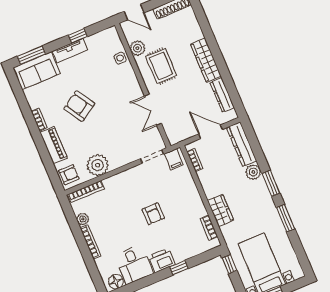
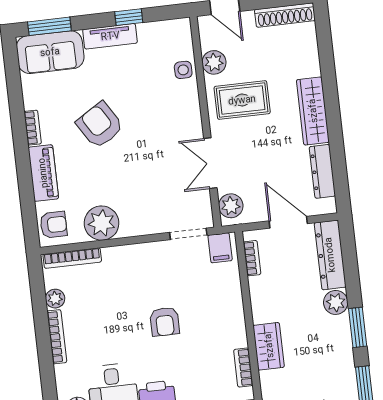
rug: (161, 66) -> (242, 100), turned 90
plant: (173, 132) -> (231, 206), added

